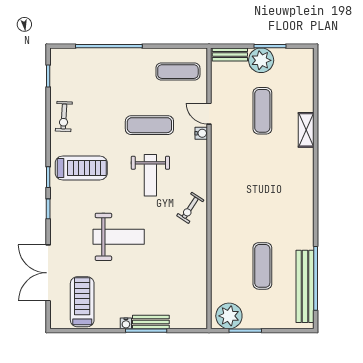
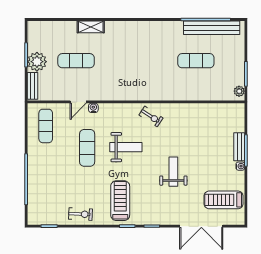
weight bench: (119, 237) -> (173, 172), width x0.73, depth x0.75
plant: (229, 316) -> (239, 91), width x0.53, depth x0.53

